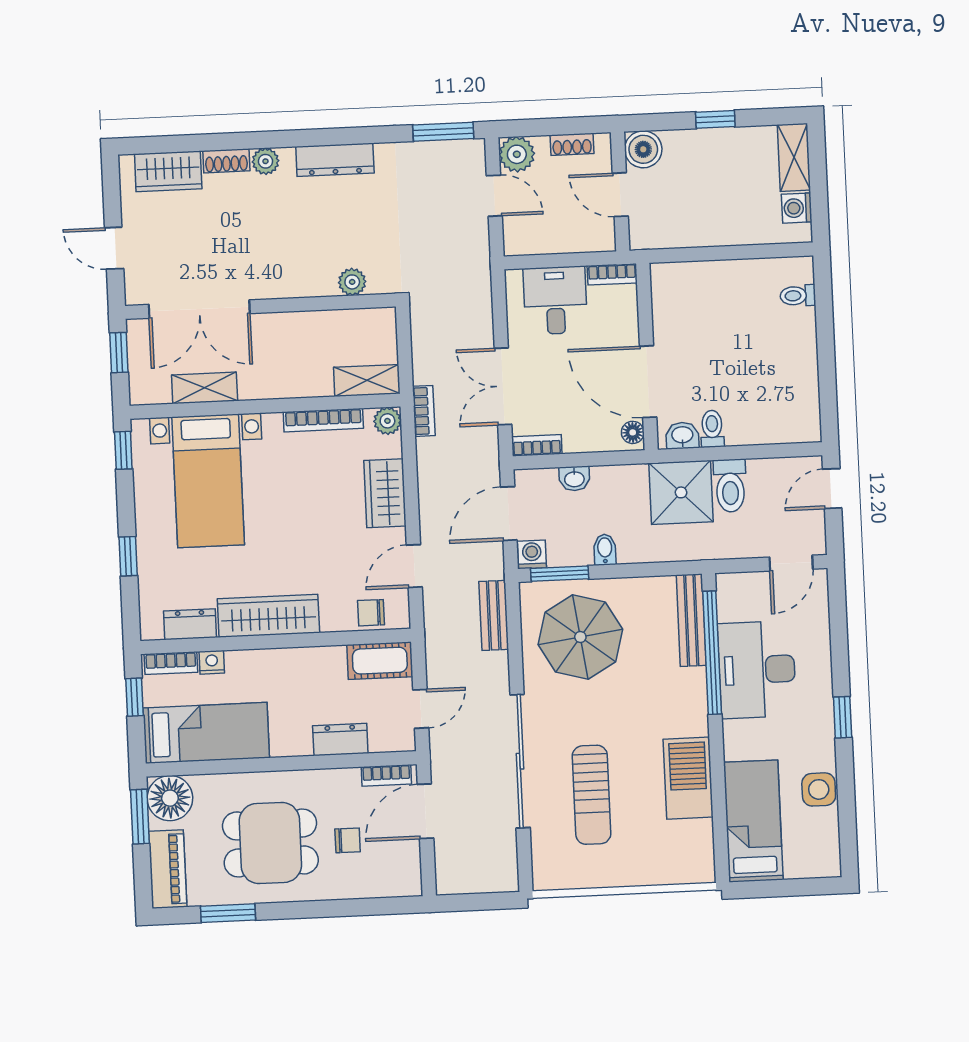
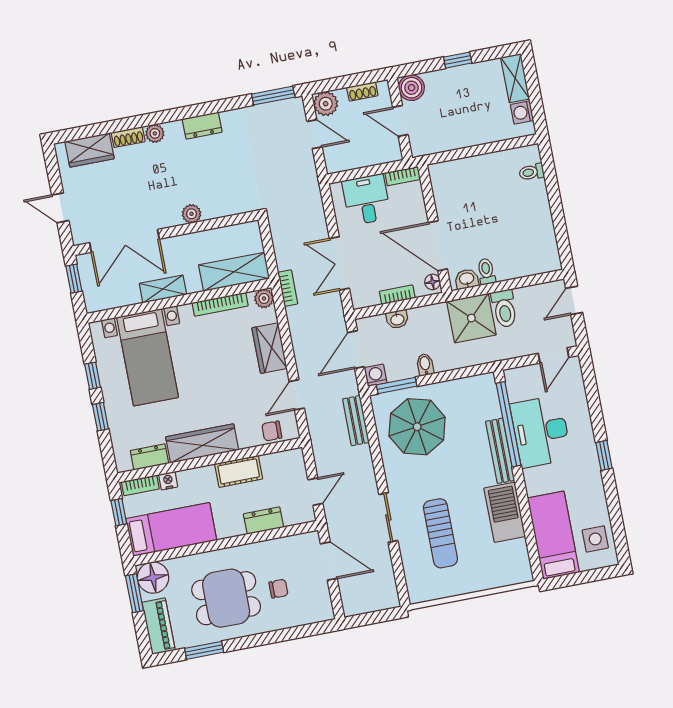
dresser: (335, 160) -> (202, 125), width x0.70
plant: (352, 282) -> (191, 214), moved
shelving: (367, 380) -> (234, 272), width x1.50, depth x1.33
shelving: (205, 388) -> (163, 289), moved
bookcase: (537, 445) -> (397, 295), moved
window: (123, 450) -> (93, 376), moved
bench: (691, 620) -> (500, 451), moved
cot: (380, 661) -> (239, 471), moved
sliding door: (520, 761) -> (388, 517), width x0.54
bookcase: (386, 775) -> (299, 540), removed
side table: (819, 789) -> (595, 539), moved
door: (425, 811) -> (329, 561), swing flipped

